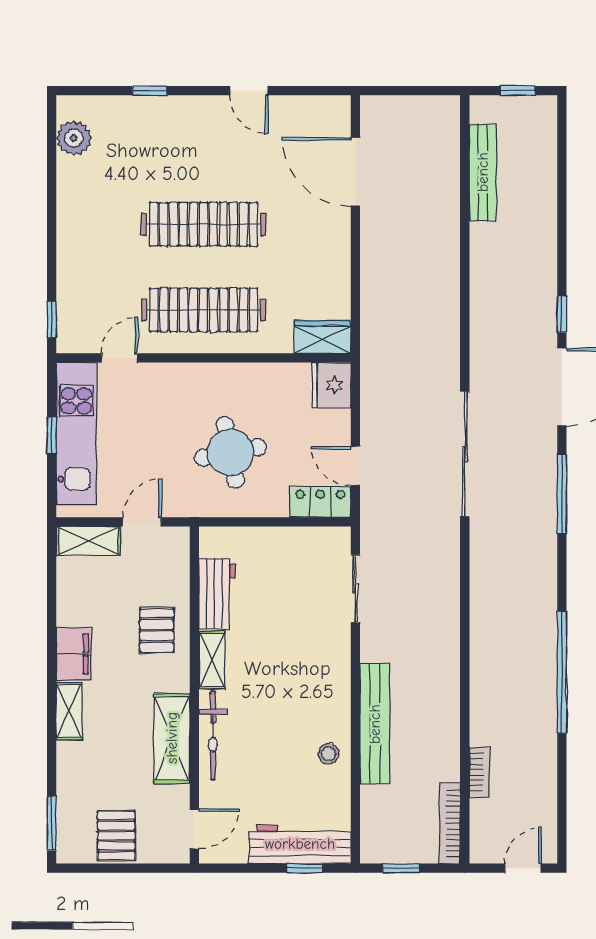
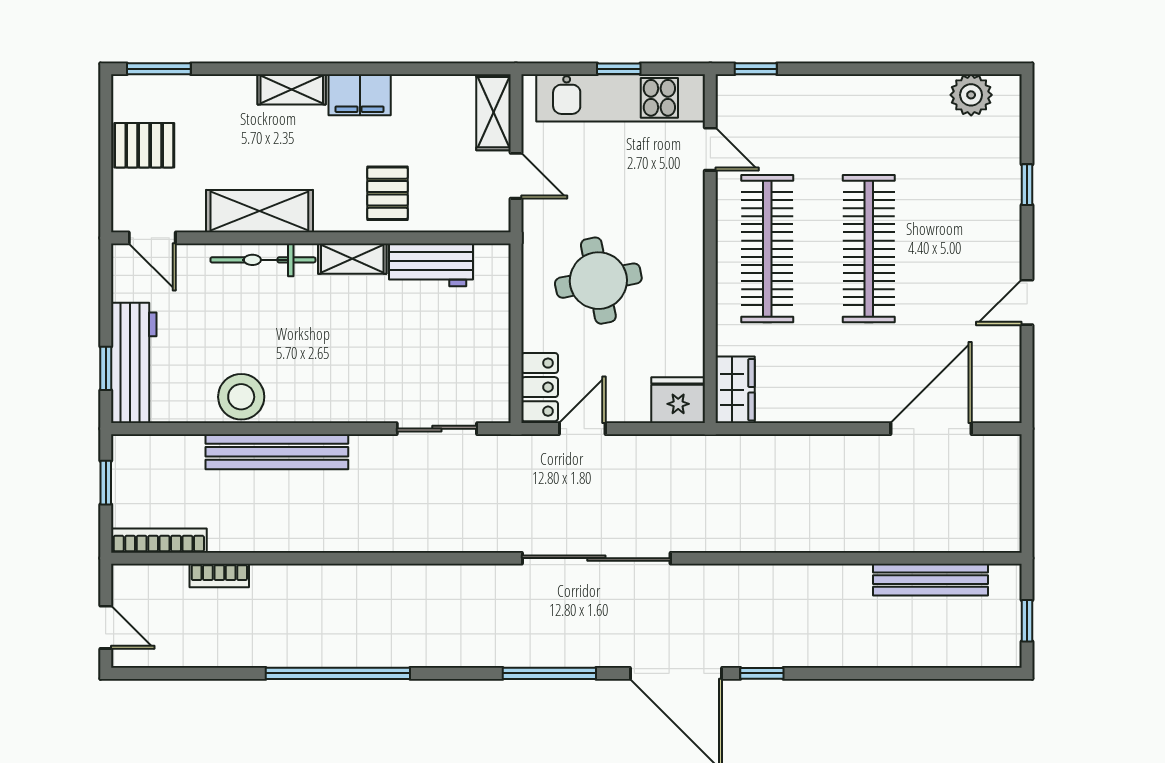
pallet: (157, 630) -> (388, 193), turned 90
stool: (329, 754) -> (241, 397), width x1.89, depth x1.89

